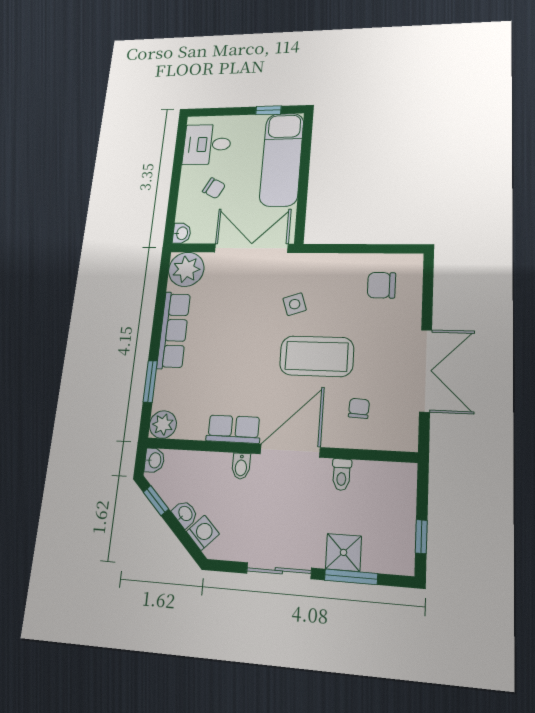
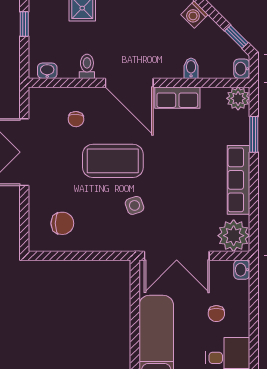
chair: (214, 188) -> (216, 314), turned -118
door: (290, 451) -> (129, 83), hinge flipped
bidet: (241, 466) -> (191, 68), moved
washbasin: (185, 514) -> (47, 71), moved, turned 135

